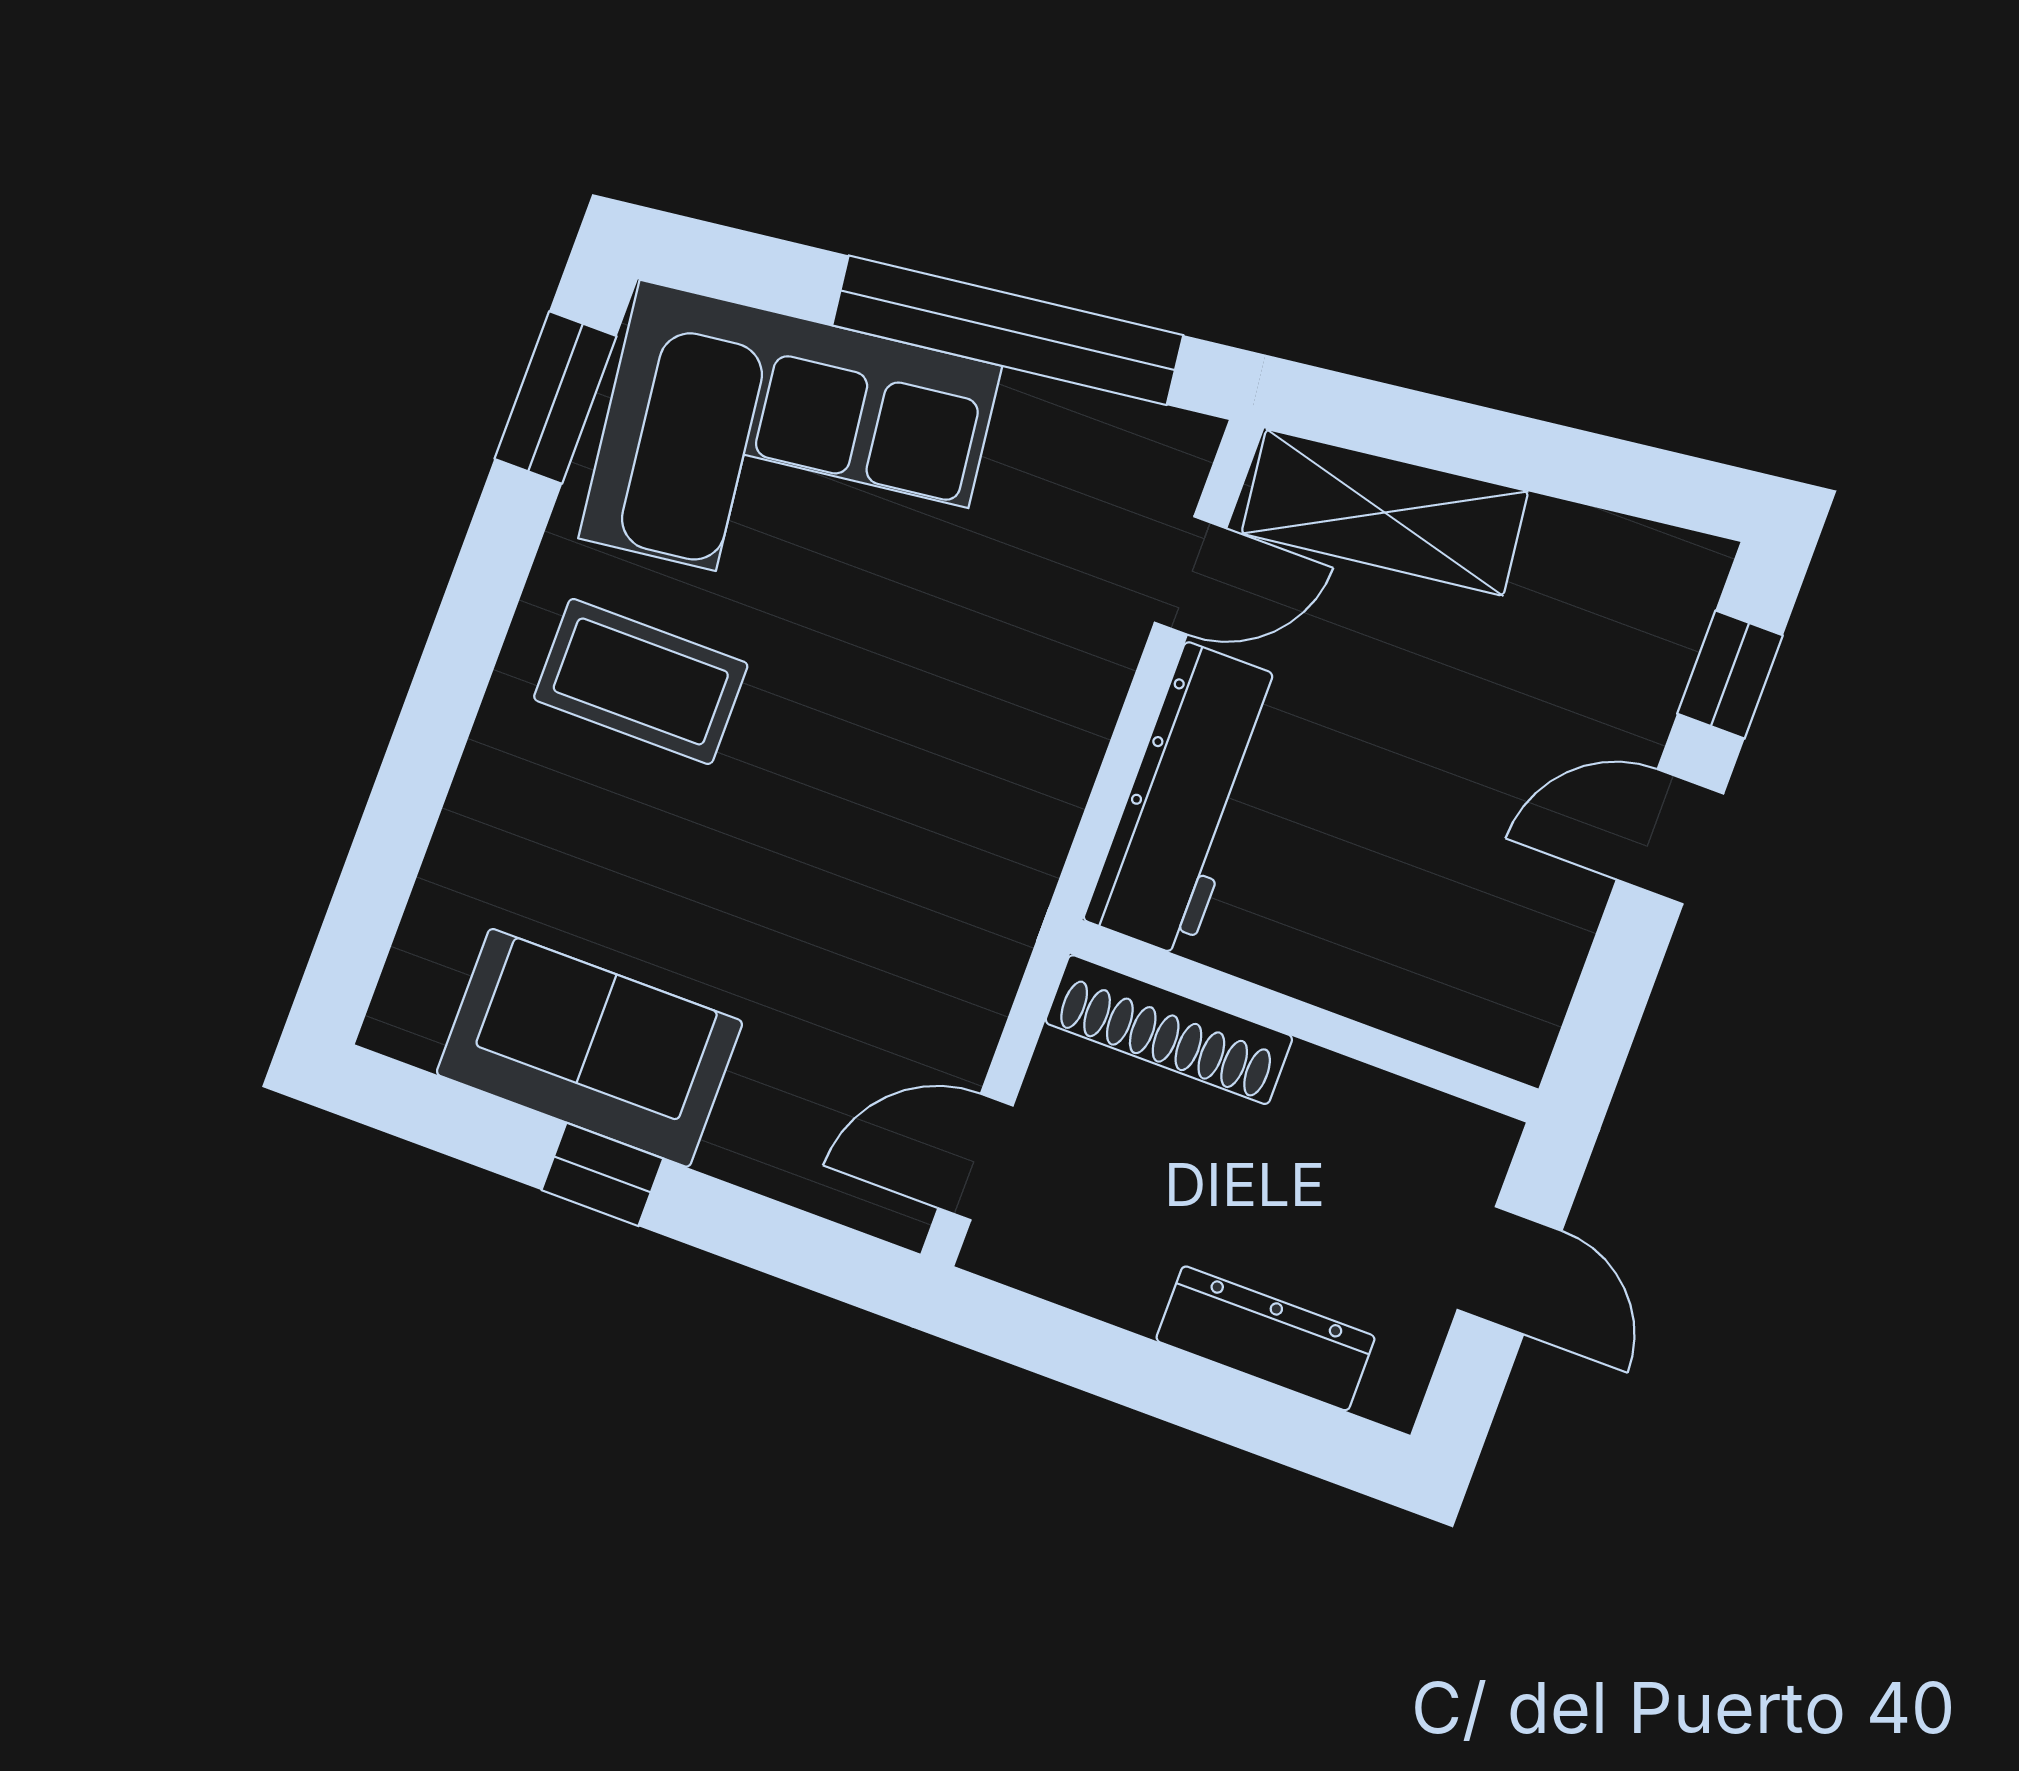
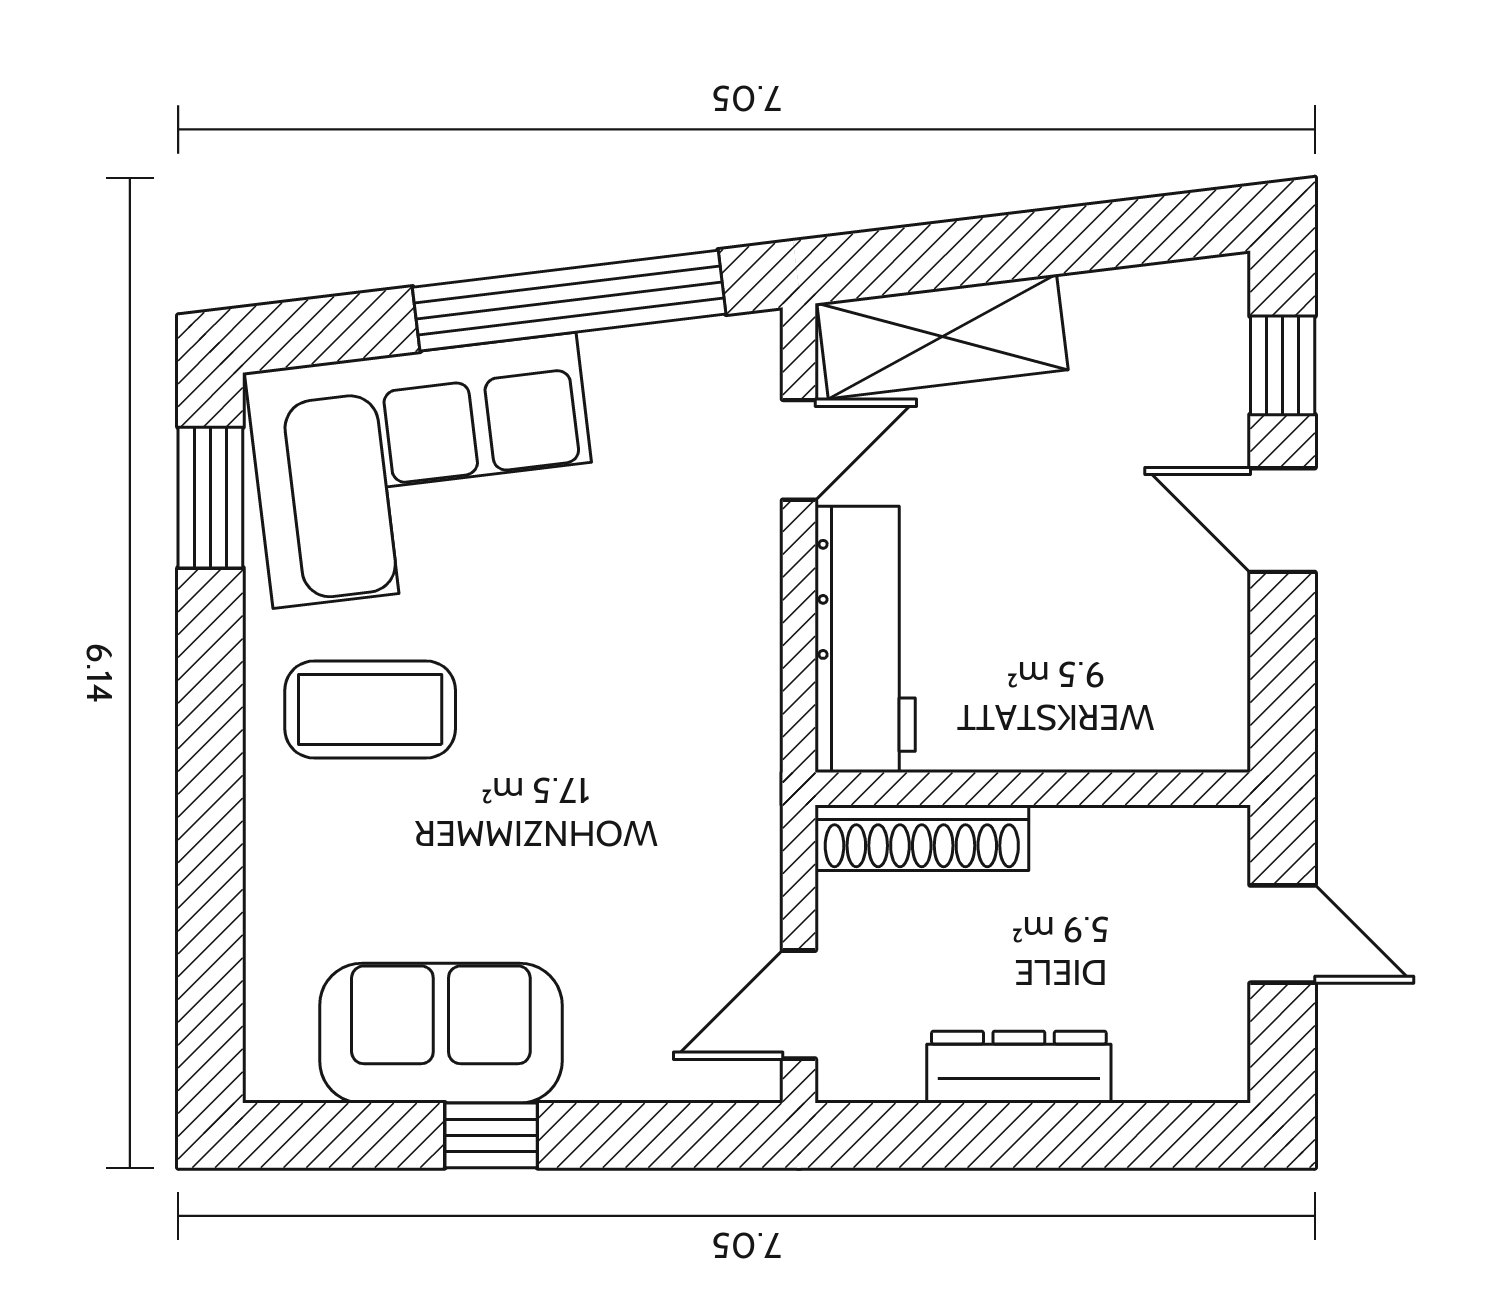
door: (1670, 837) -> (1283, 520), hinge flipped
dresser: (1265, 1338) -> (1019, 1067), moved

